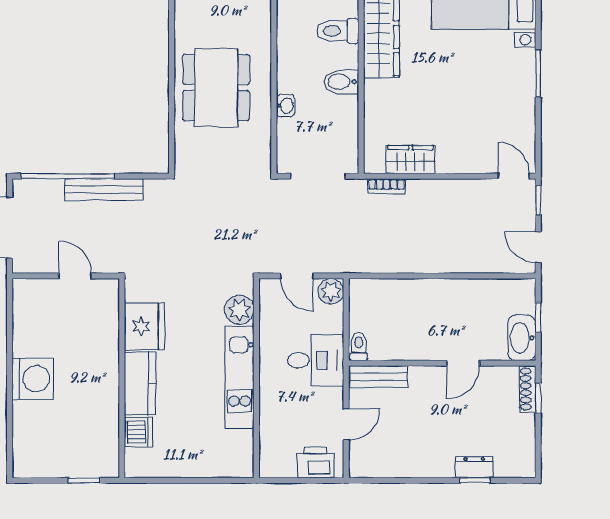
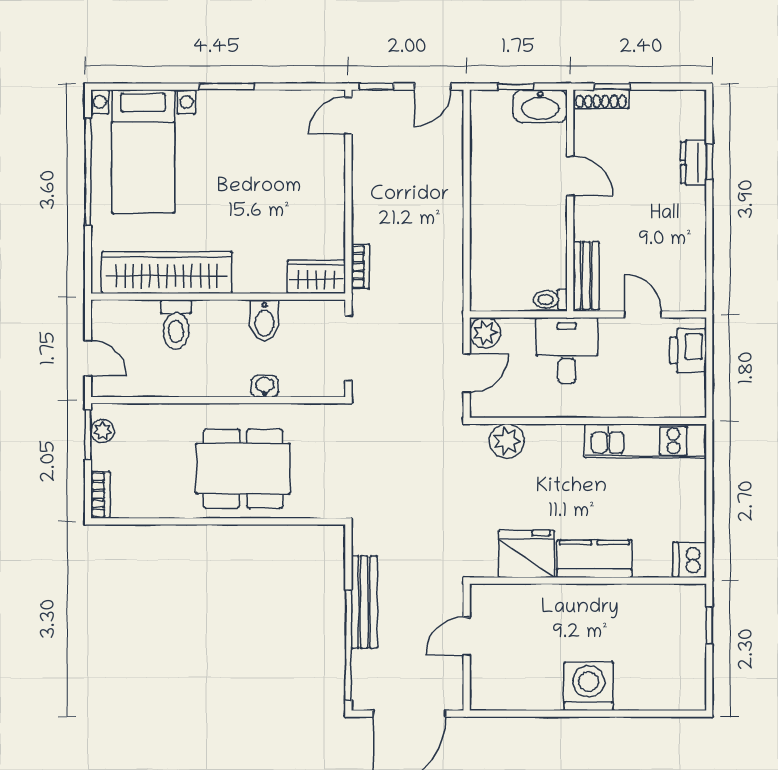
bidet: (341, 82) -> (264, 320), moved
wardrobe: (411, 159) -> (316, 277), moved, turned 90
kitchen unit: (240, 377) -> (646, 441), moved
dishwasher: (138, 432) -> (690, 560), moved, turned -90

